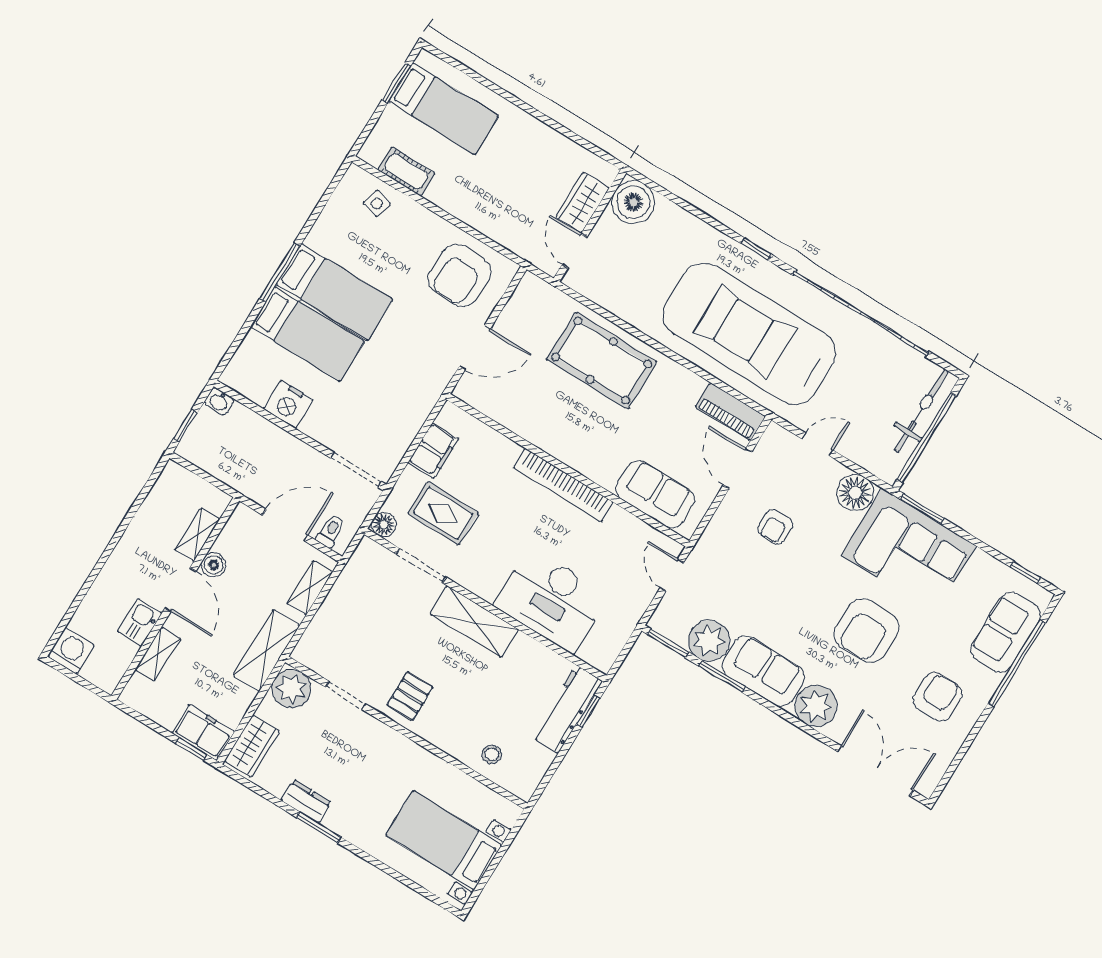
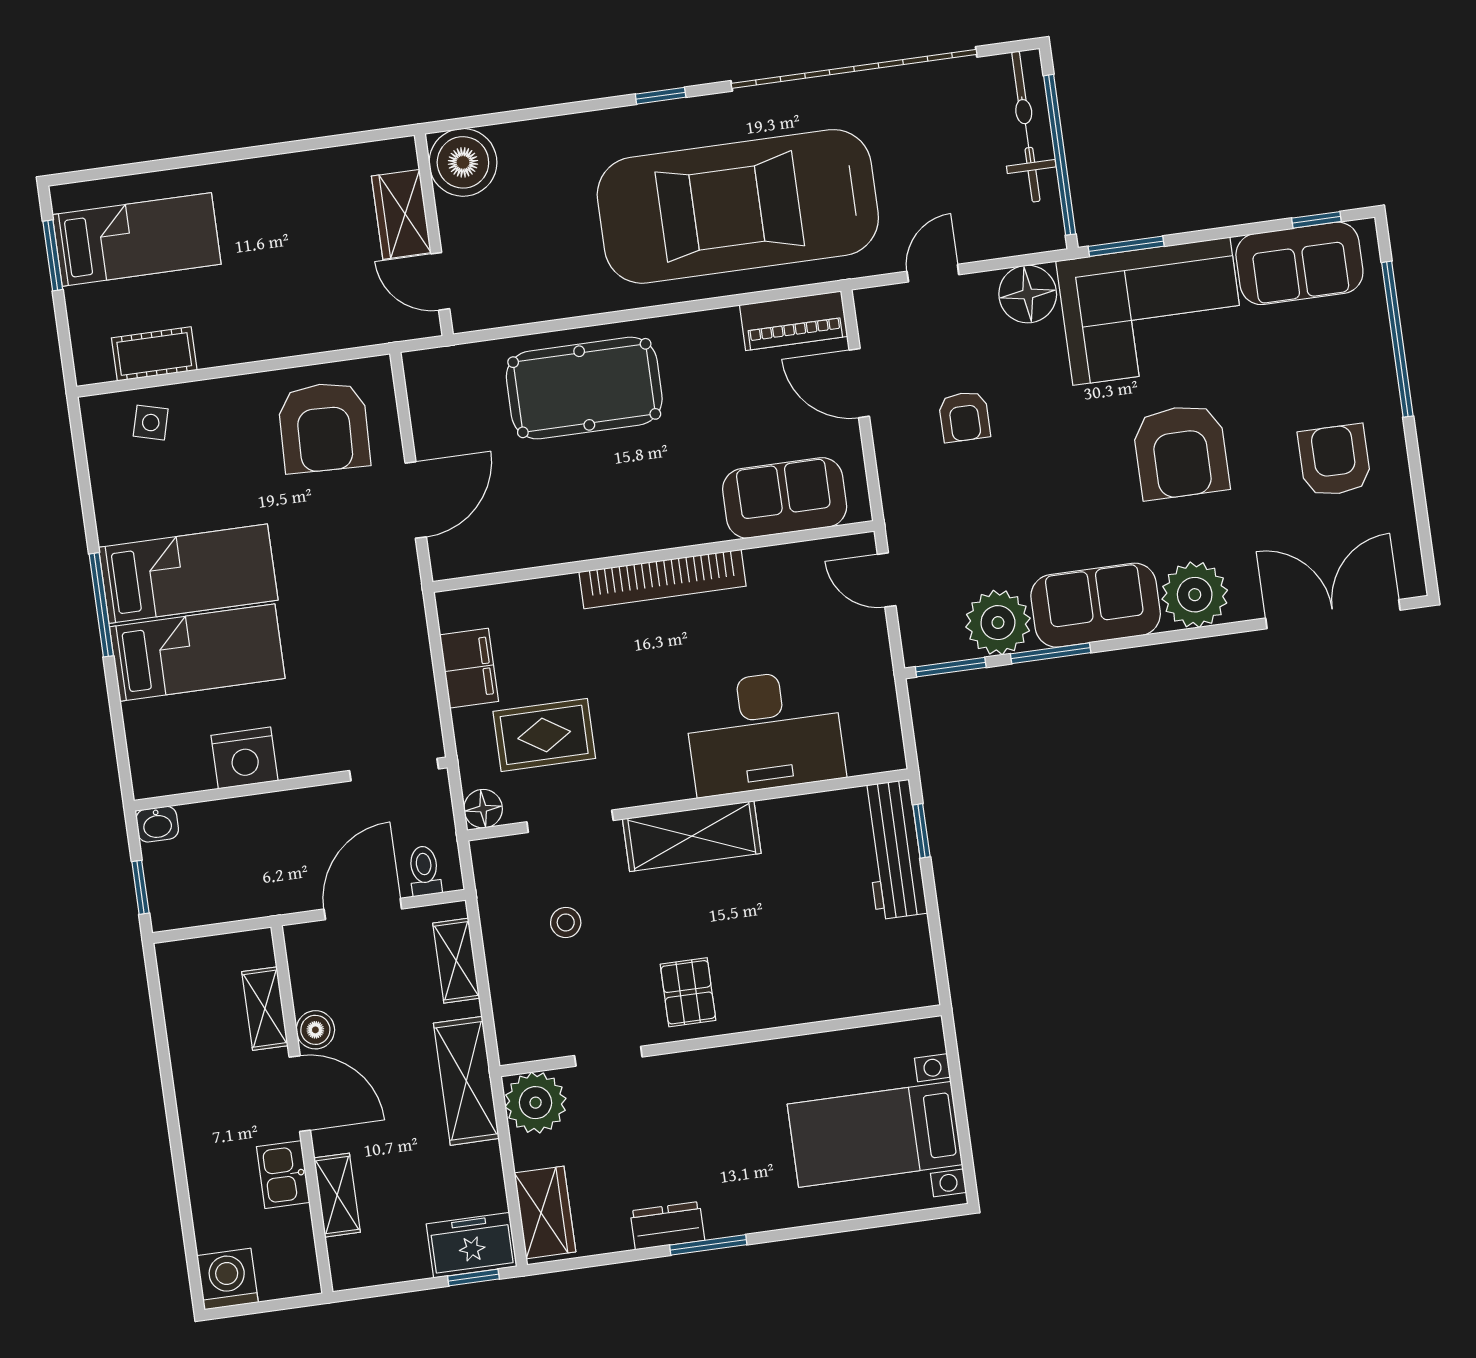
sofa: (1006, 632) -> (1299, 263), moved, turned -90
stool: (492, 754) -> (566, 922), moved

